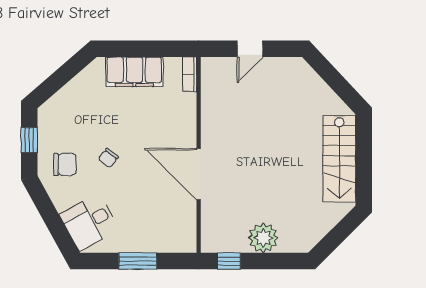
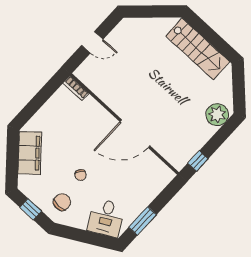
door: (250, 49) -> (92, 42), hinge flipped
filing cabinet: (134, 72) -> (30, 153), moved, turned -41
plant: (263, 238) -> (217, 115), moved
window: (138, 261) -> (143, 221), moved

